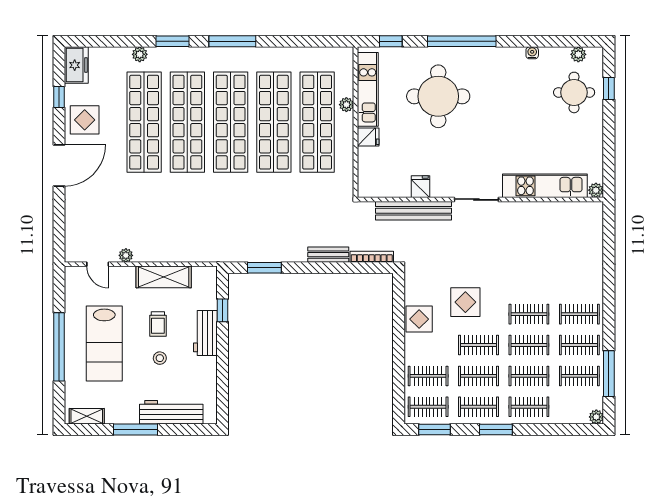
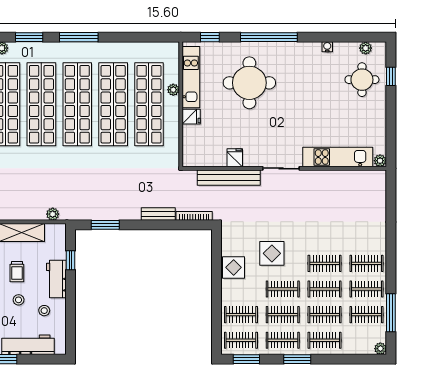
plant: (201, 255) -> (53, 214), added
stool: (191, 371) -> (44, 311), added

